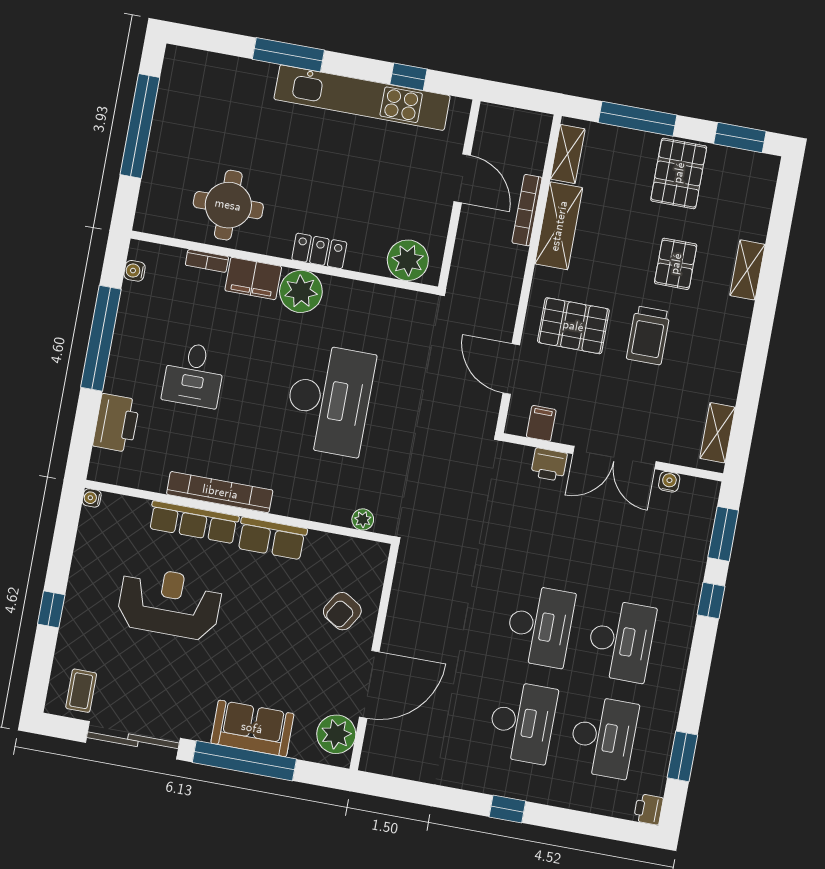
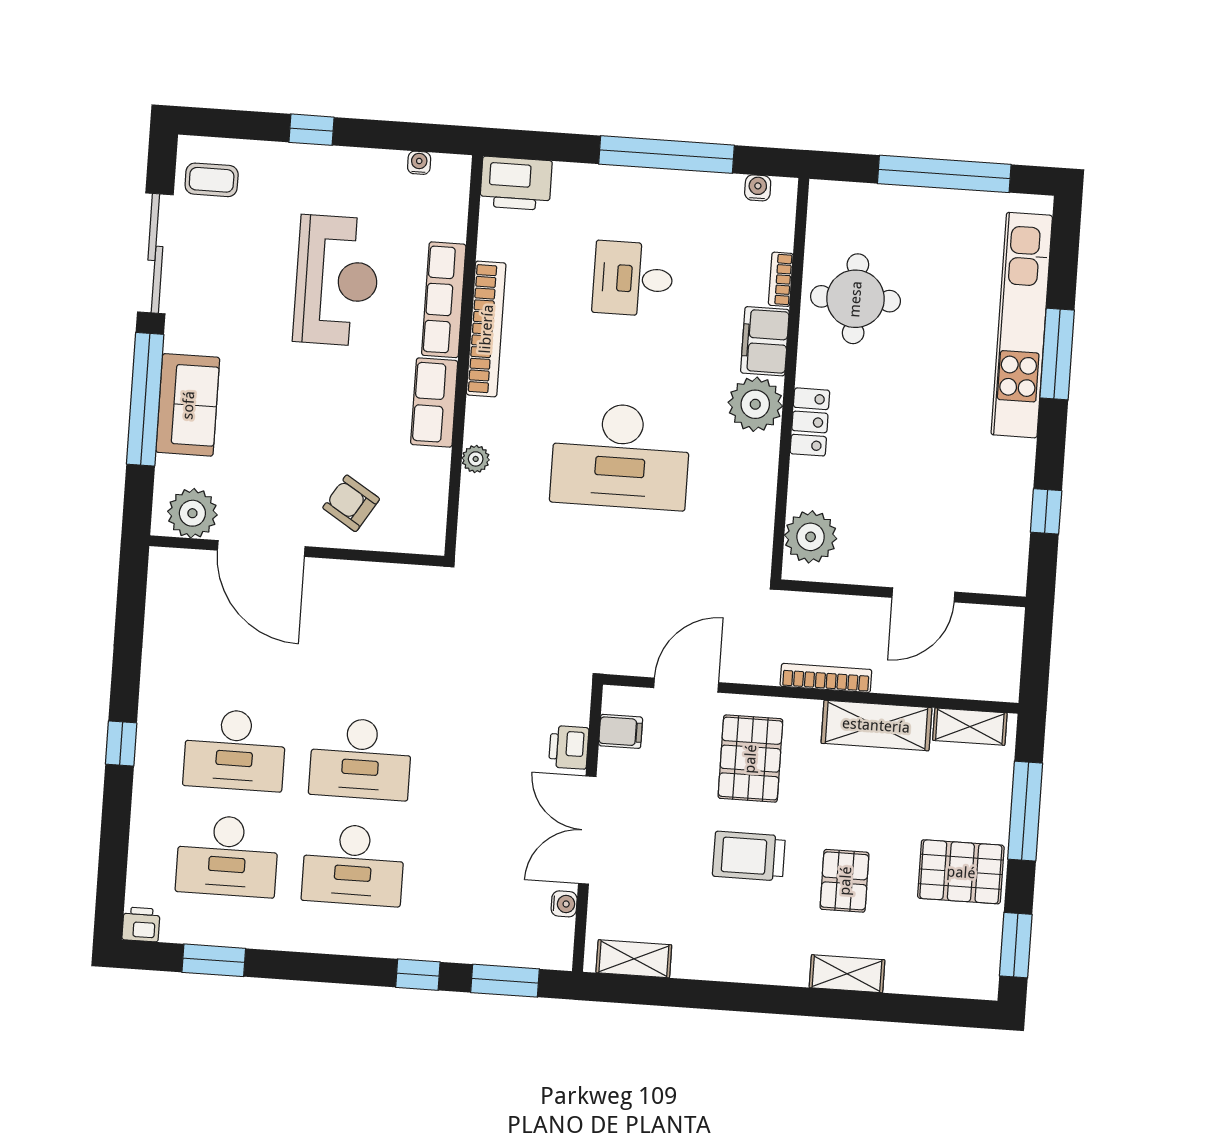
kitchen unit: (362, 98) -> (1022, 325), moved
bookcase: (527, 210) -> (826, 678), moved
pallet: (676, 264) -> (845, 881), turned 90
printer: (116, 423) -> (516, 183), moved
water cooler: (92, 498) -> (419, 163), moved
plant: (363, 519) -> (476, 459), moved

